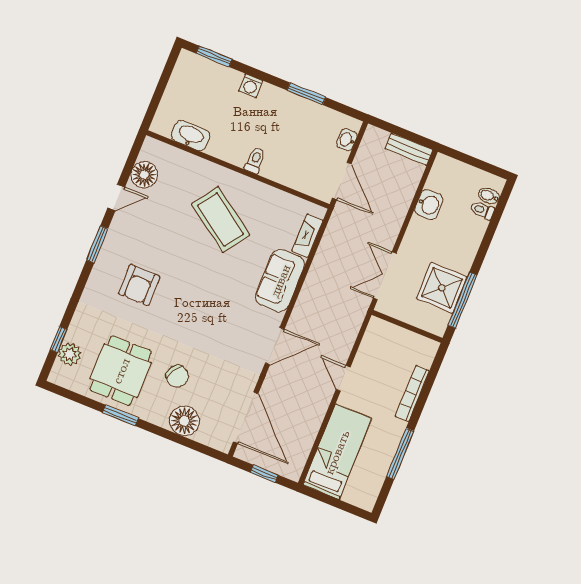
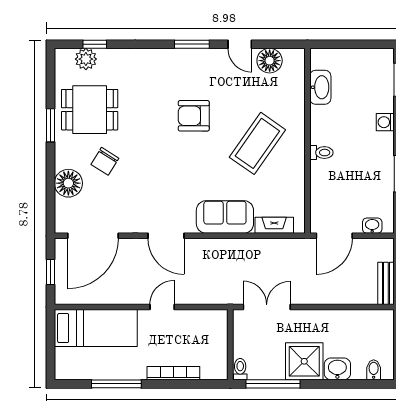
washbasin: (429, 205) -> (337, 369), moved, turned 180
toilet: (482, 210) -> (240, 369), moved
armchair: (139, 285) -> (194, 116), moved
shower: (442, 288) -> (304, 361), moved

